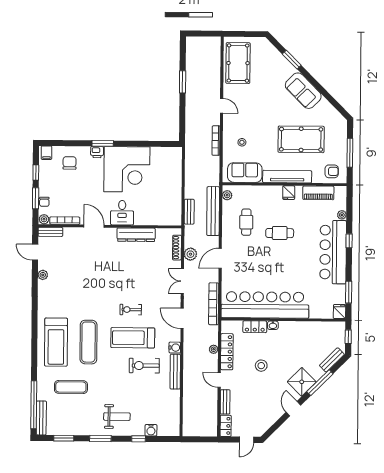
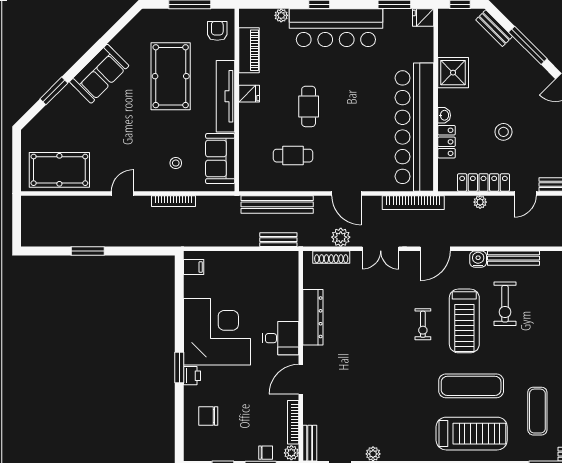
filing cabinet: (47, 153) -> (194, 267), moved
plant: (227, 195) -> (254, 184), removed
shower: (302, 382) -> (453, 73), moved, turned 45

